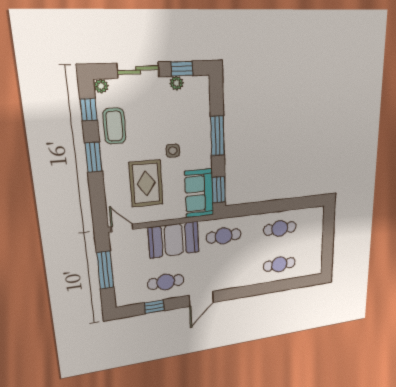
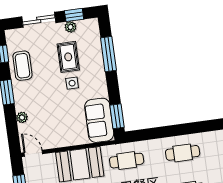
plant: (101, 86) -> (22, 117), moved
window: (217, 136) -> (108, 54), moved
rug: (146, 183) -> (68, 57), moved, width x0.73, depth x0.70

